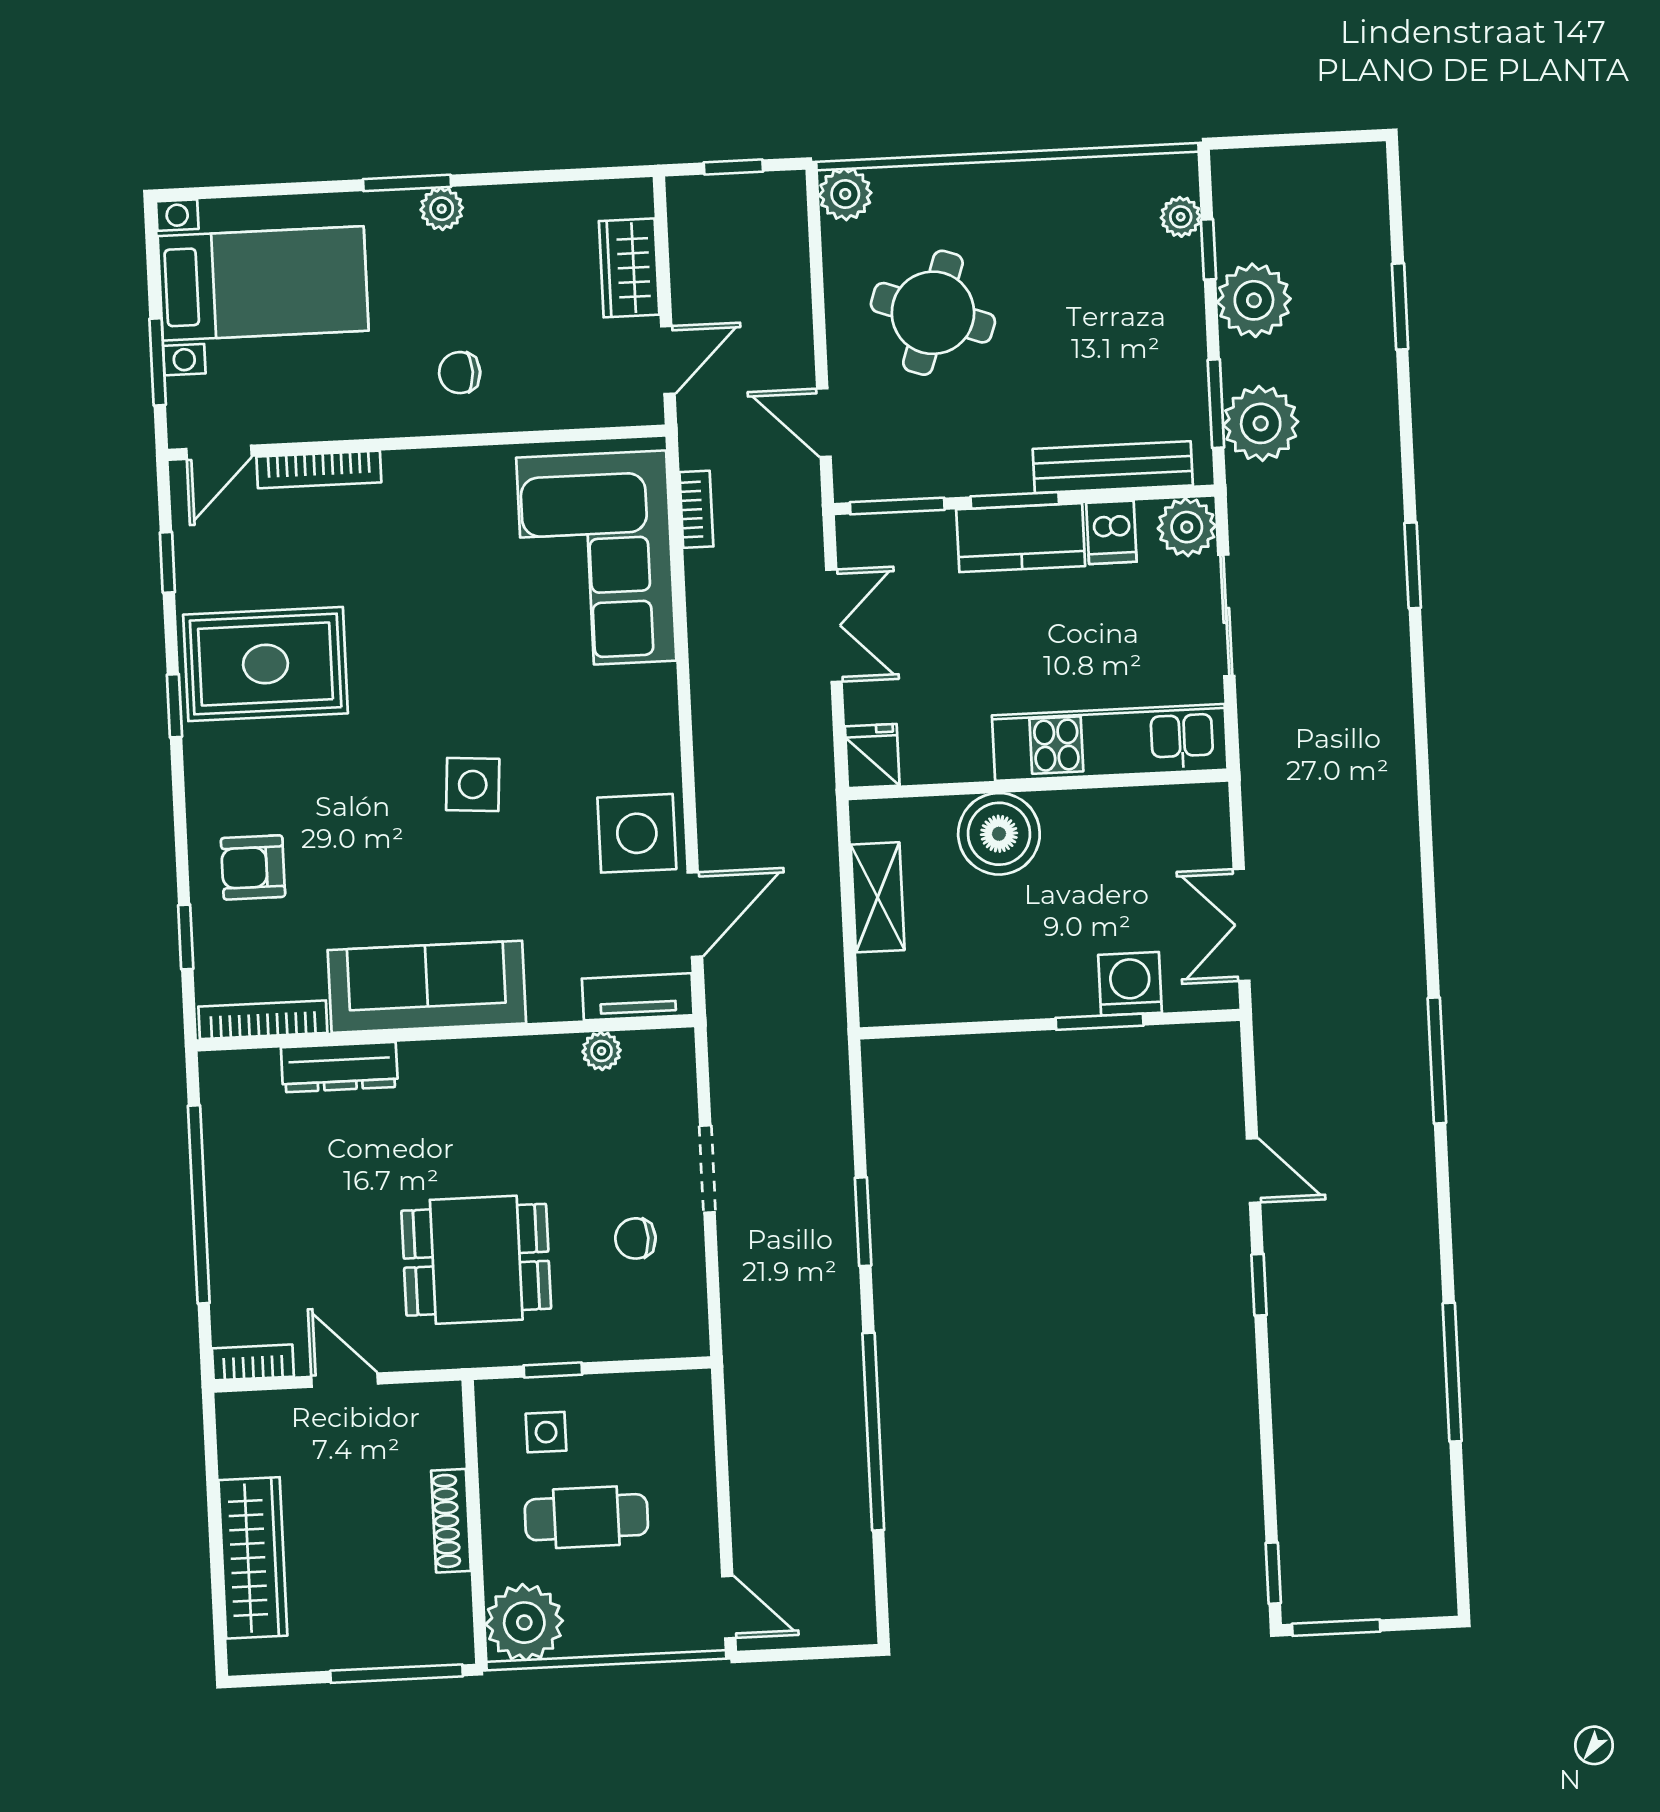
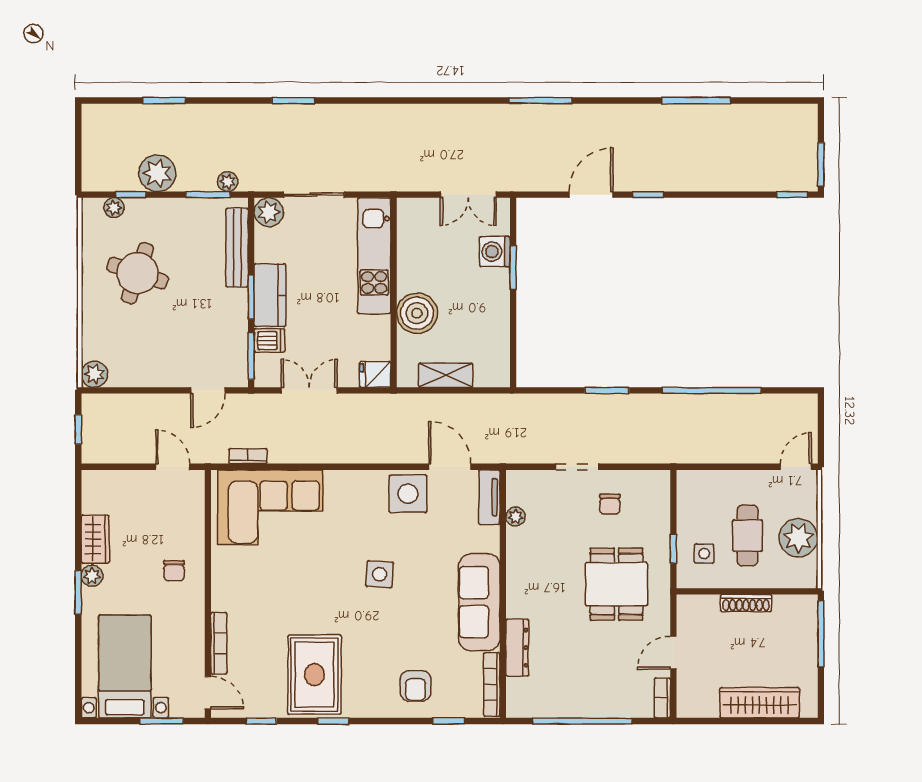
wardrobe: (629, 268) -> (95, 539), moved, turned -90
round table: (933, 313) -> (138, 273), moved
plant: (1261, 423) -> (228, 182), width x0.53, depth x0.53
dishwasher: (1111, 532) -> (270, 341), moved
door: (1253, 1171) -> (591, 195), width x1.37
plant: (524, 1623) -> (798, 538), moved

